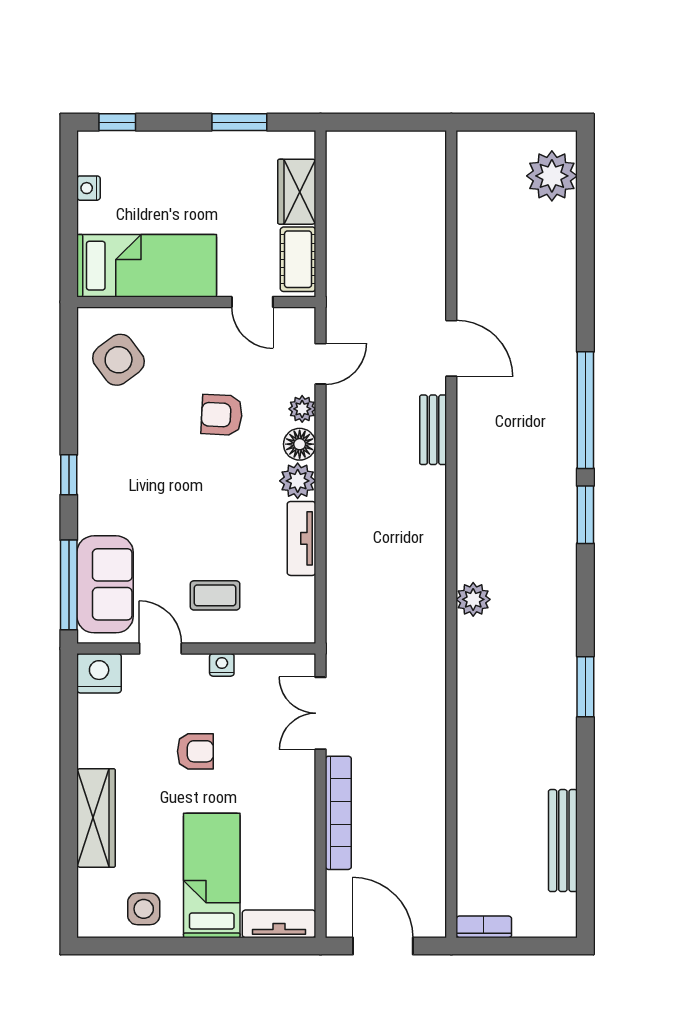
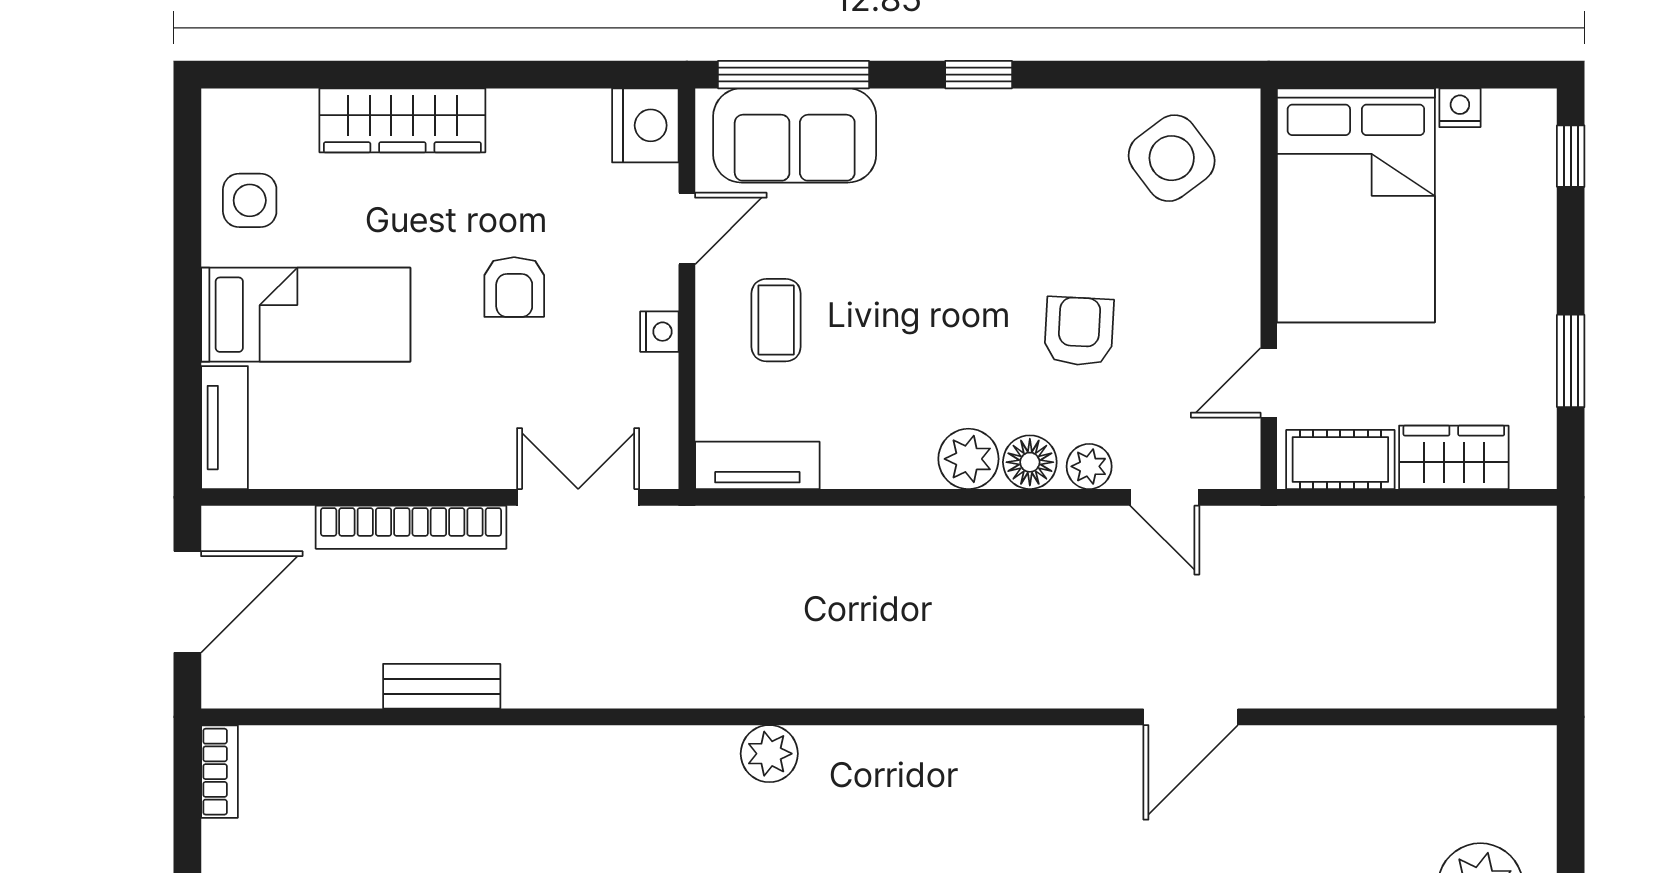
bed: (147, 266) -> (1356, 205), width x1.50
bench: (433, 430) -> (442, 686), moved
tv unit: (301, 538) -> (757, 465), moved

